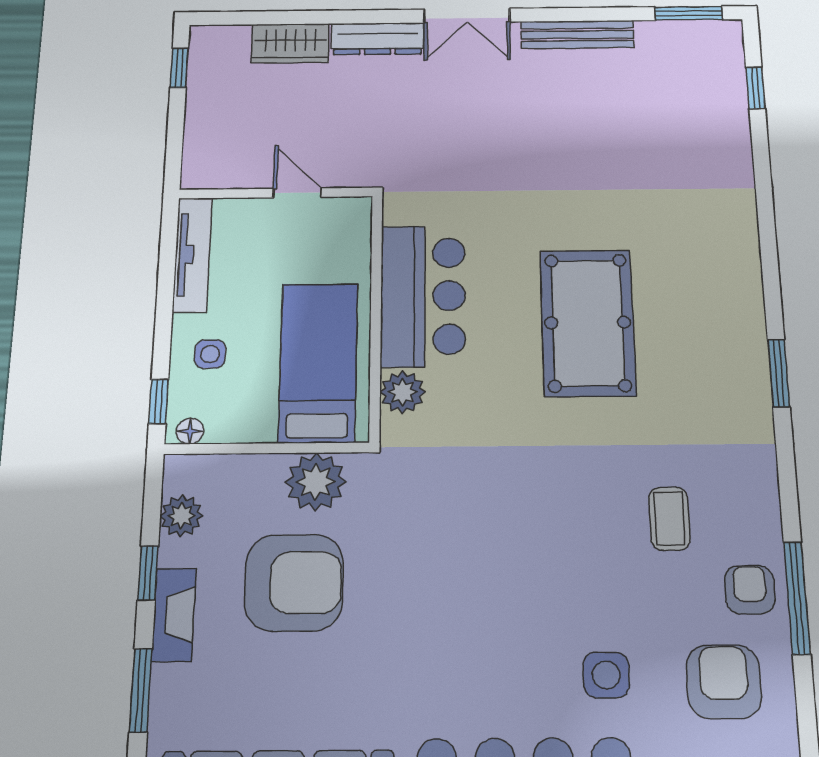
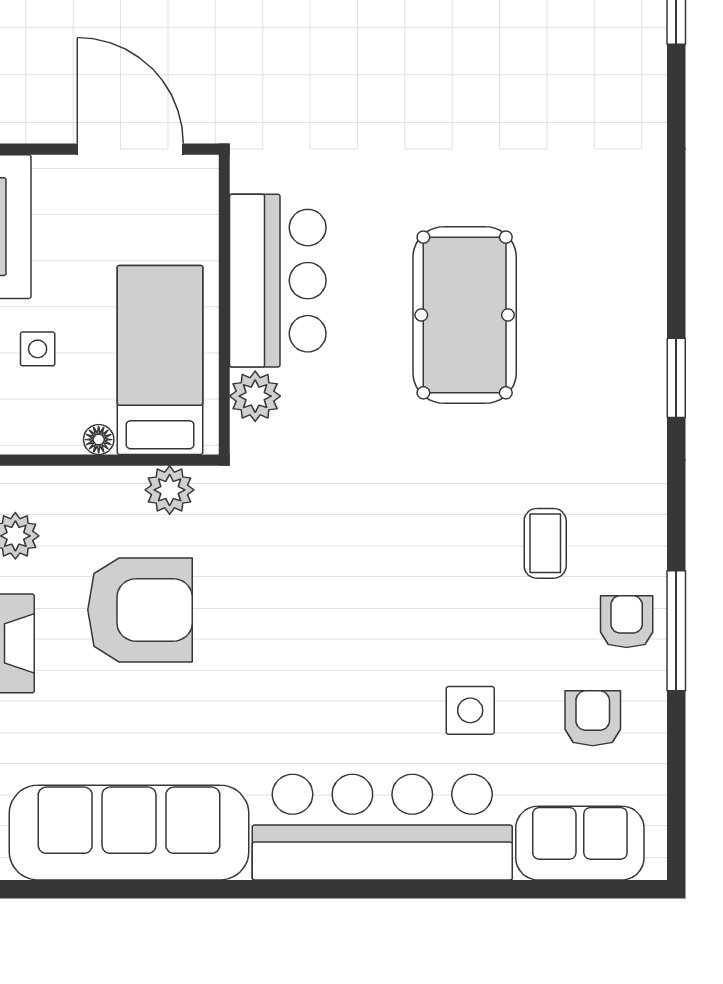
door: (297, 193) -> (130, 149), width x1.88
floor lamp: (190, 431) -> (99, 440), moved
plant: (316, 482) -> (170, 490), width x0.73, depth x0.73
armchair: (724, 682) -> (593, 718), width x0.72, depth x0.72

